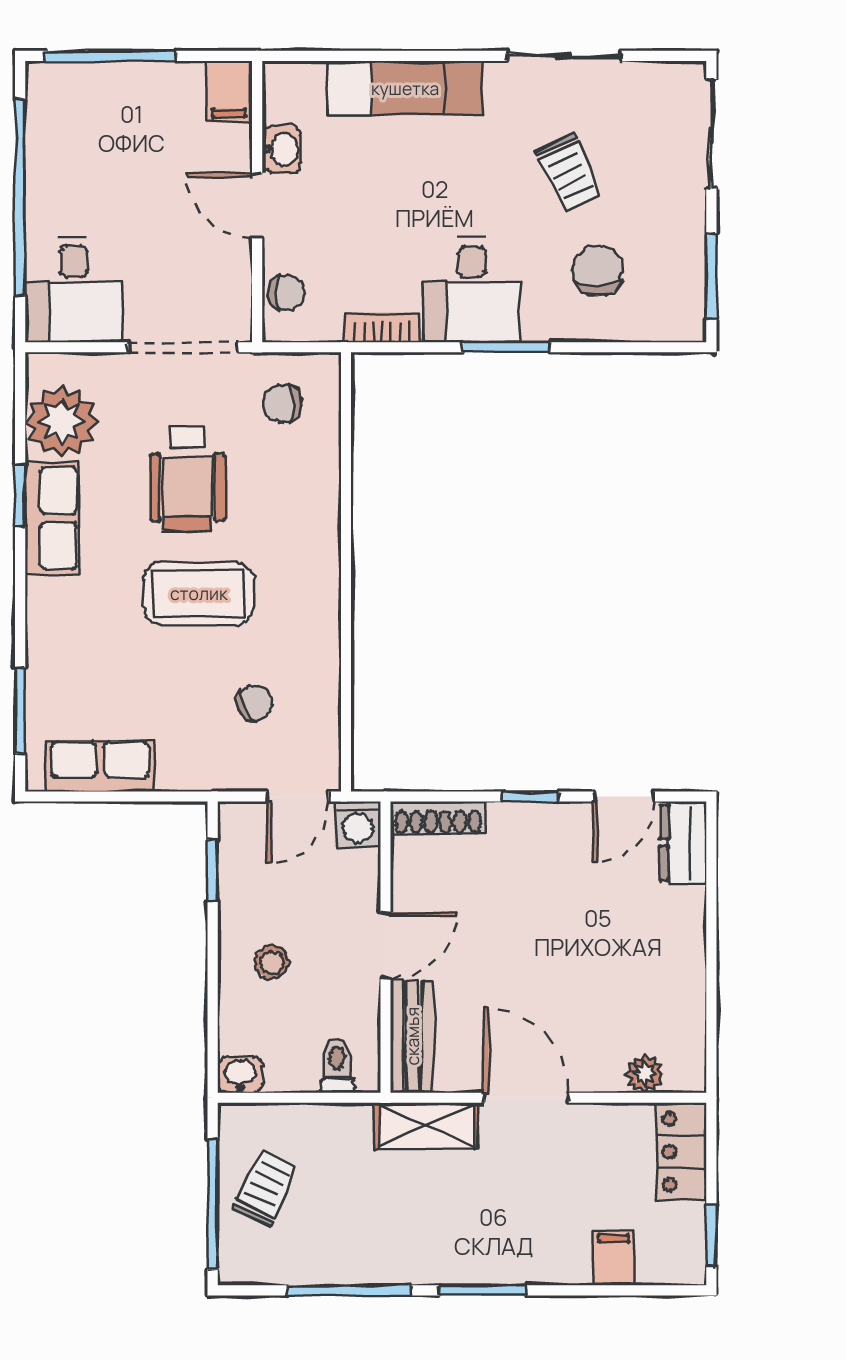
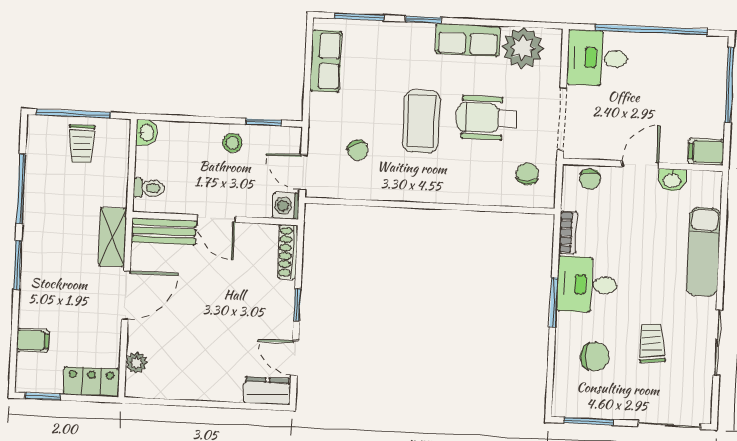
trolley: (569, 172) -> (652, 343), turned 110
window: (20, 496) -> (423, 20), moved
stool: (272, 962) -> (232, 143), moved
trolley: (265, 1188) -> (81, 144), turned 65

